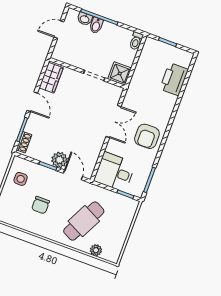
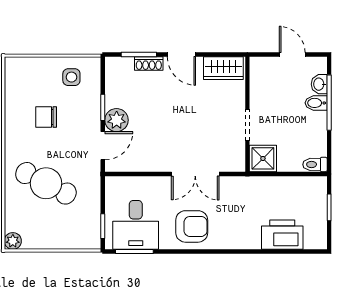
door: (32, 102) -> (181, 55), hinge flipped
armchair: (147, 136) -> (192, 226), turned 180
shoe rack: (24, 142) -> (149, 64), moved
desk: (115, 172) -> (136, 225), moved, turned 180
plant: (96, 250) -> (13, 241), moved

